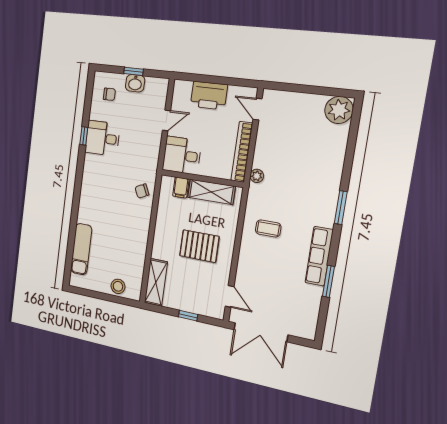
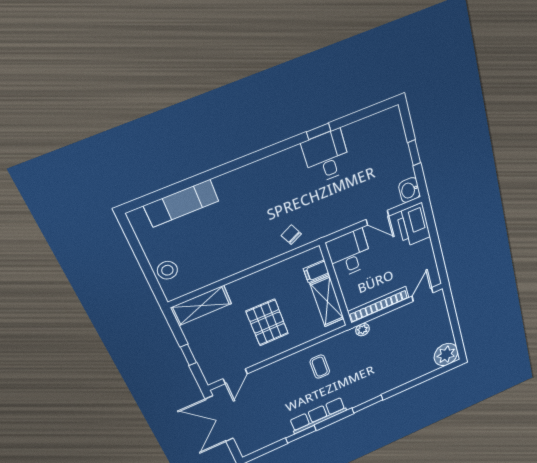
washbasin: (135, 83) -> (409, 190), moved
chair: (109, 94) -> (379, 138), removed
printer: (209, 95) -> (413, 225), moved

